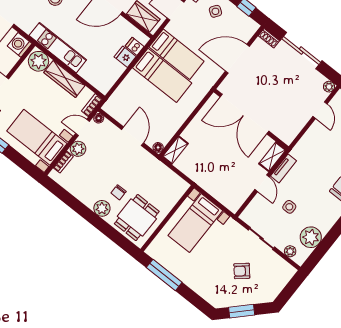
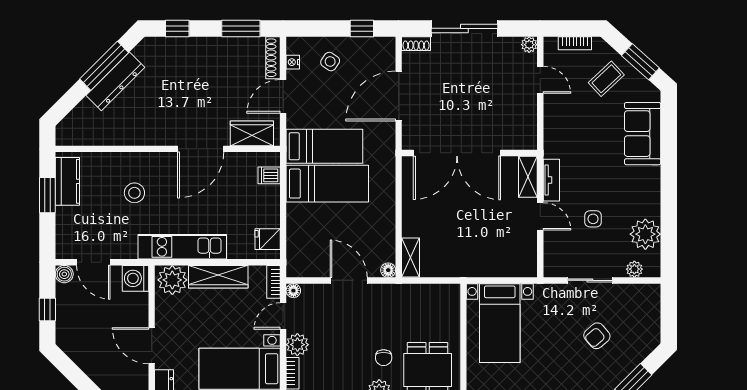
fridge: (125, 57) -> (268, 239), moved

